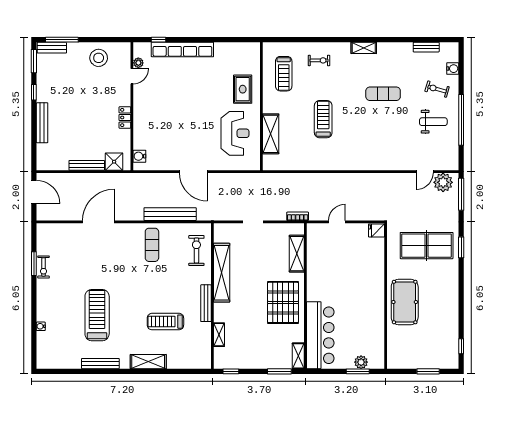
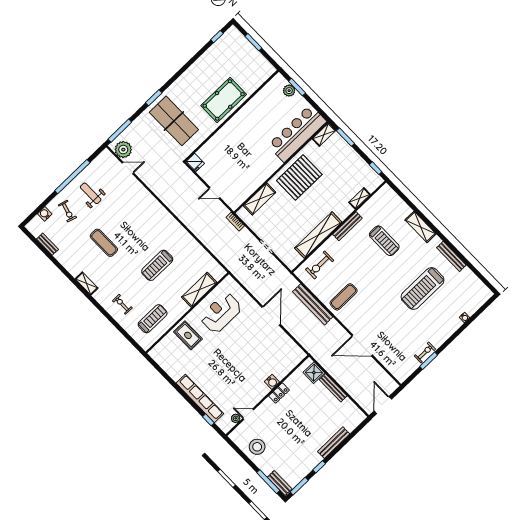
rug: (243, 89) -> (188, 335), turned 90
water cooler: (139, 156) -> (272, 382), moved

